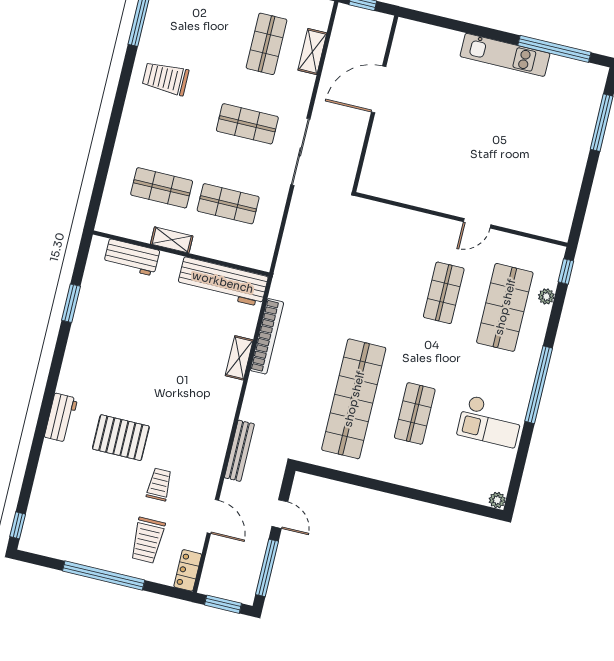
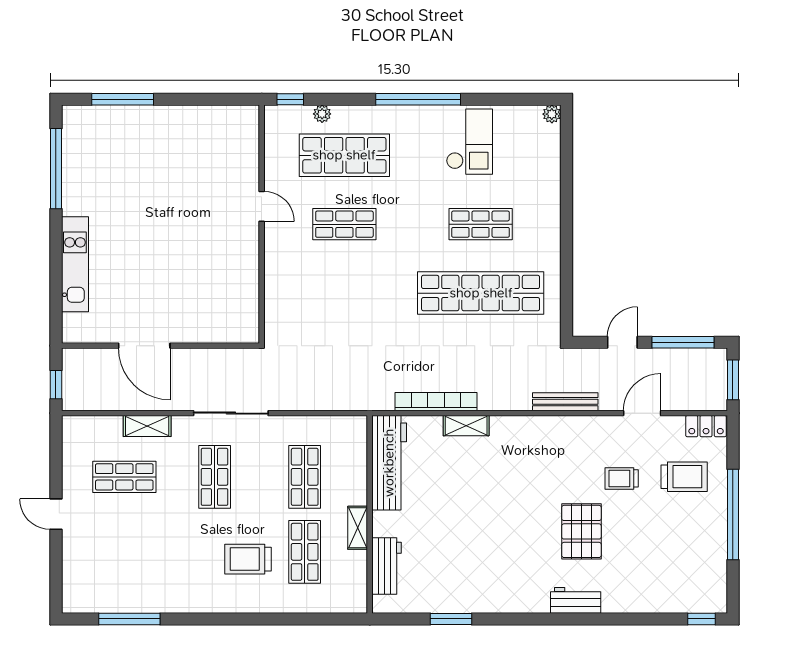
shelving: (312, 52) -> (147, 426), moved
kitchen unit: (505, 55) -> (75, 264), moved
trolley: (165, 78) -> (248, 559), moved, turned 90

